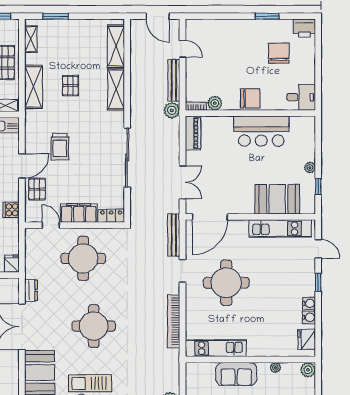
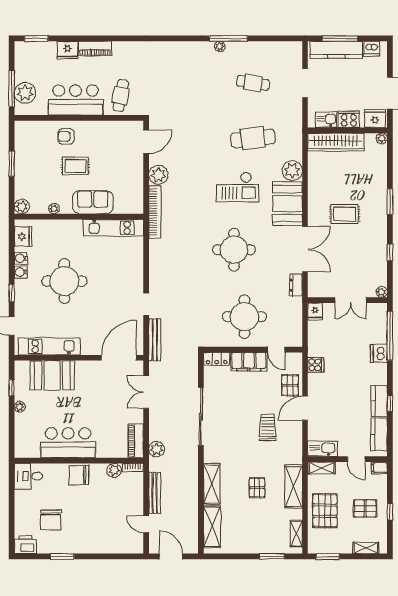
plant: (172, 110) -> (157, 449), moved
round table: (226, 283) -> (64, 281), moved
bookcase: (174, 321) -> (155, 212), moved

